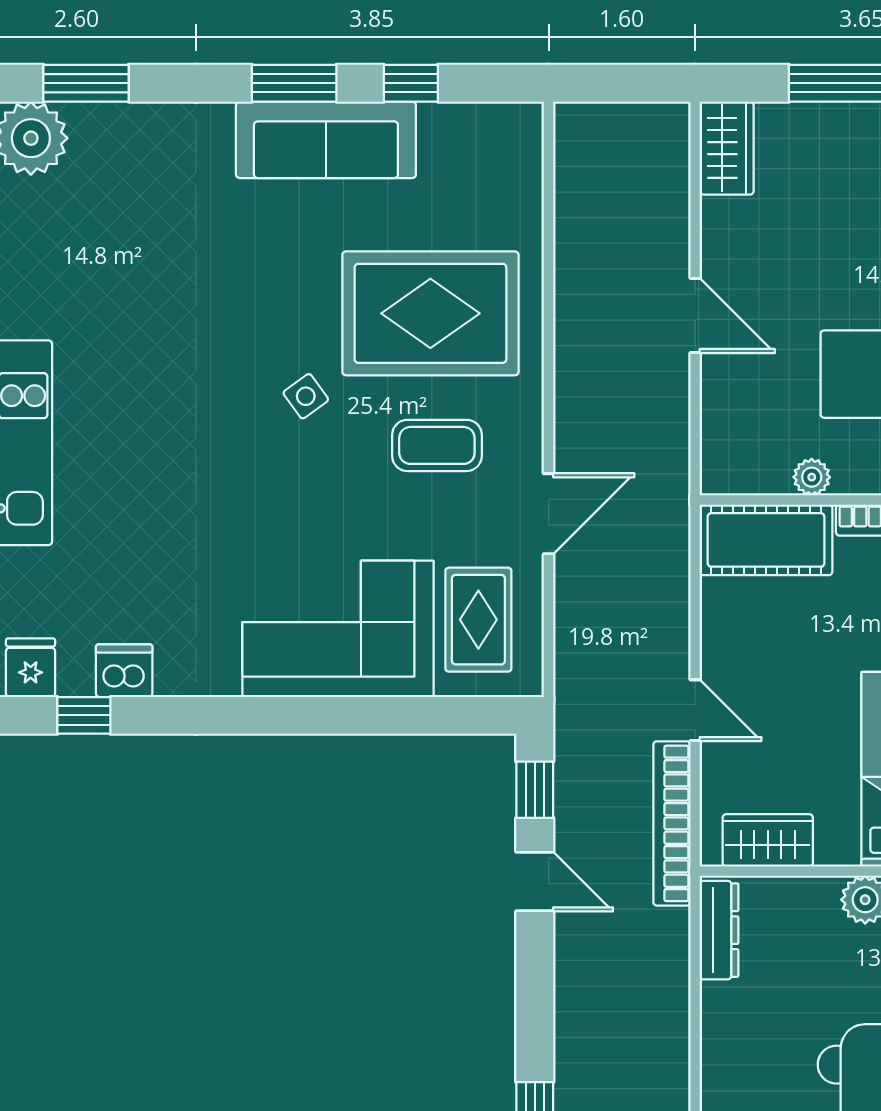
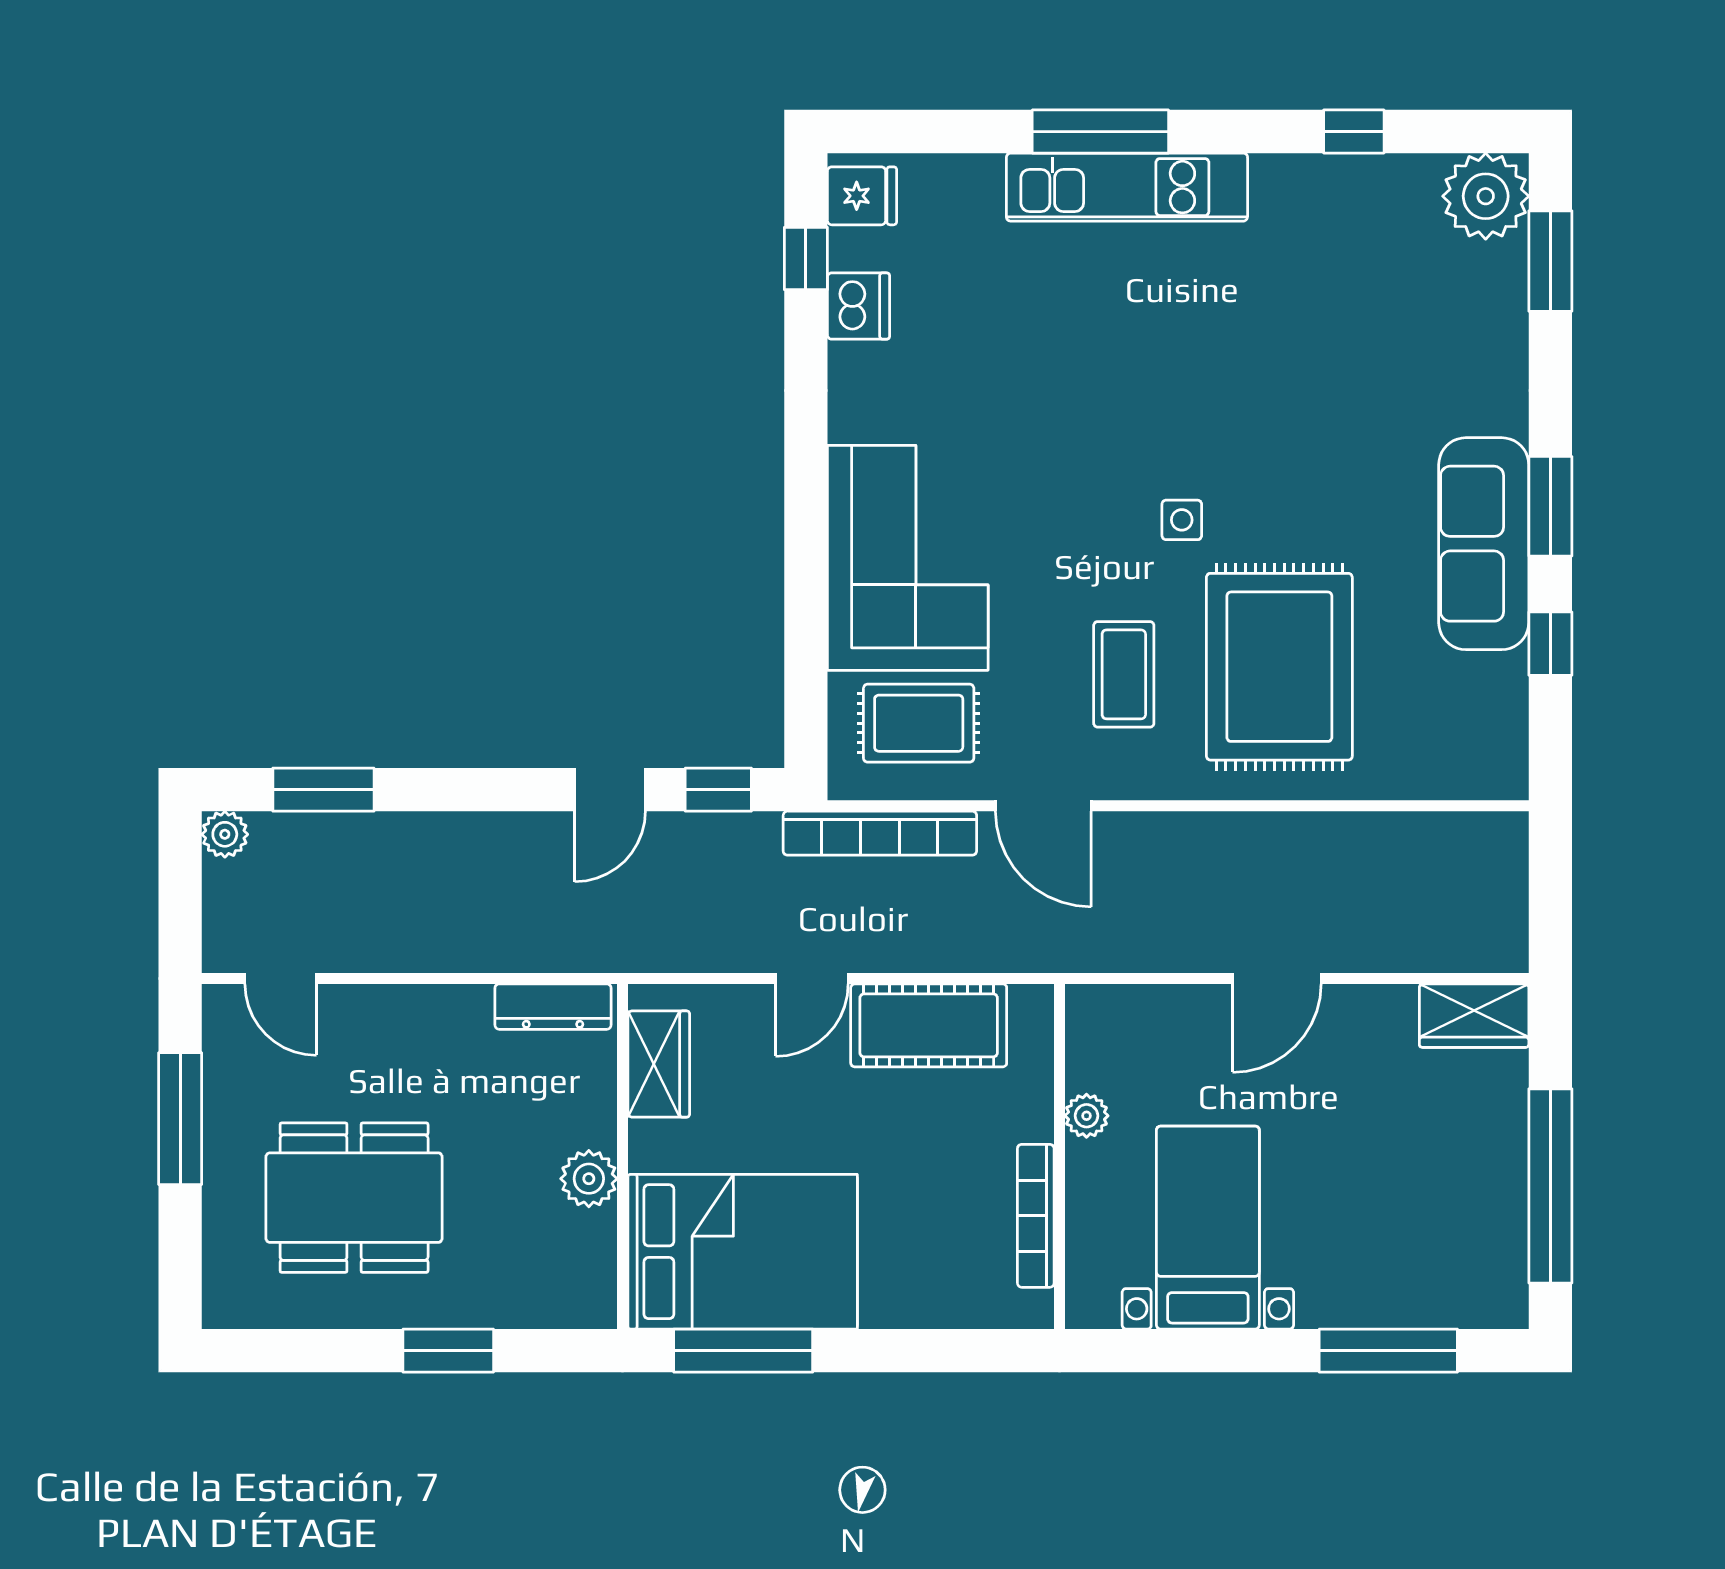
side table: (306, 396) -> (1182, 520), turned 36
cot: (766, 540) -> (929, 1025), moved, turned 90
bookcase: (672, 823) -> (880, 833), moved, turned 180

